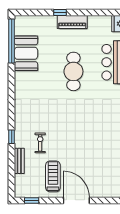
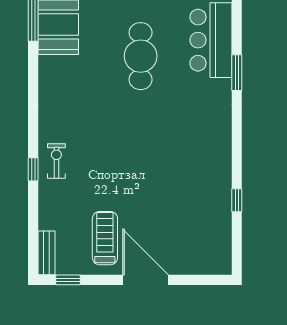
exercise bike: (40, 143) -> (56, 161), moved
bench: (19, 161) -> (47, 253), moved

